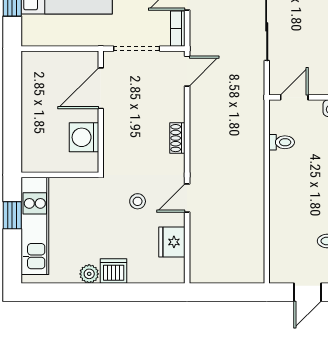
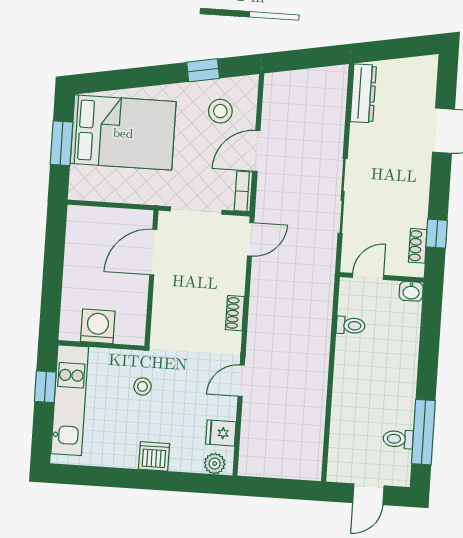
washing machine: (84, 137) -> (98, 326), moved, turned 90
stool: (138, 201) -> (142, 386), moved
fridge: (172, 242) -> (221, 433), width x0.72
plant: (89, 274) -> (215, 464), moved

